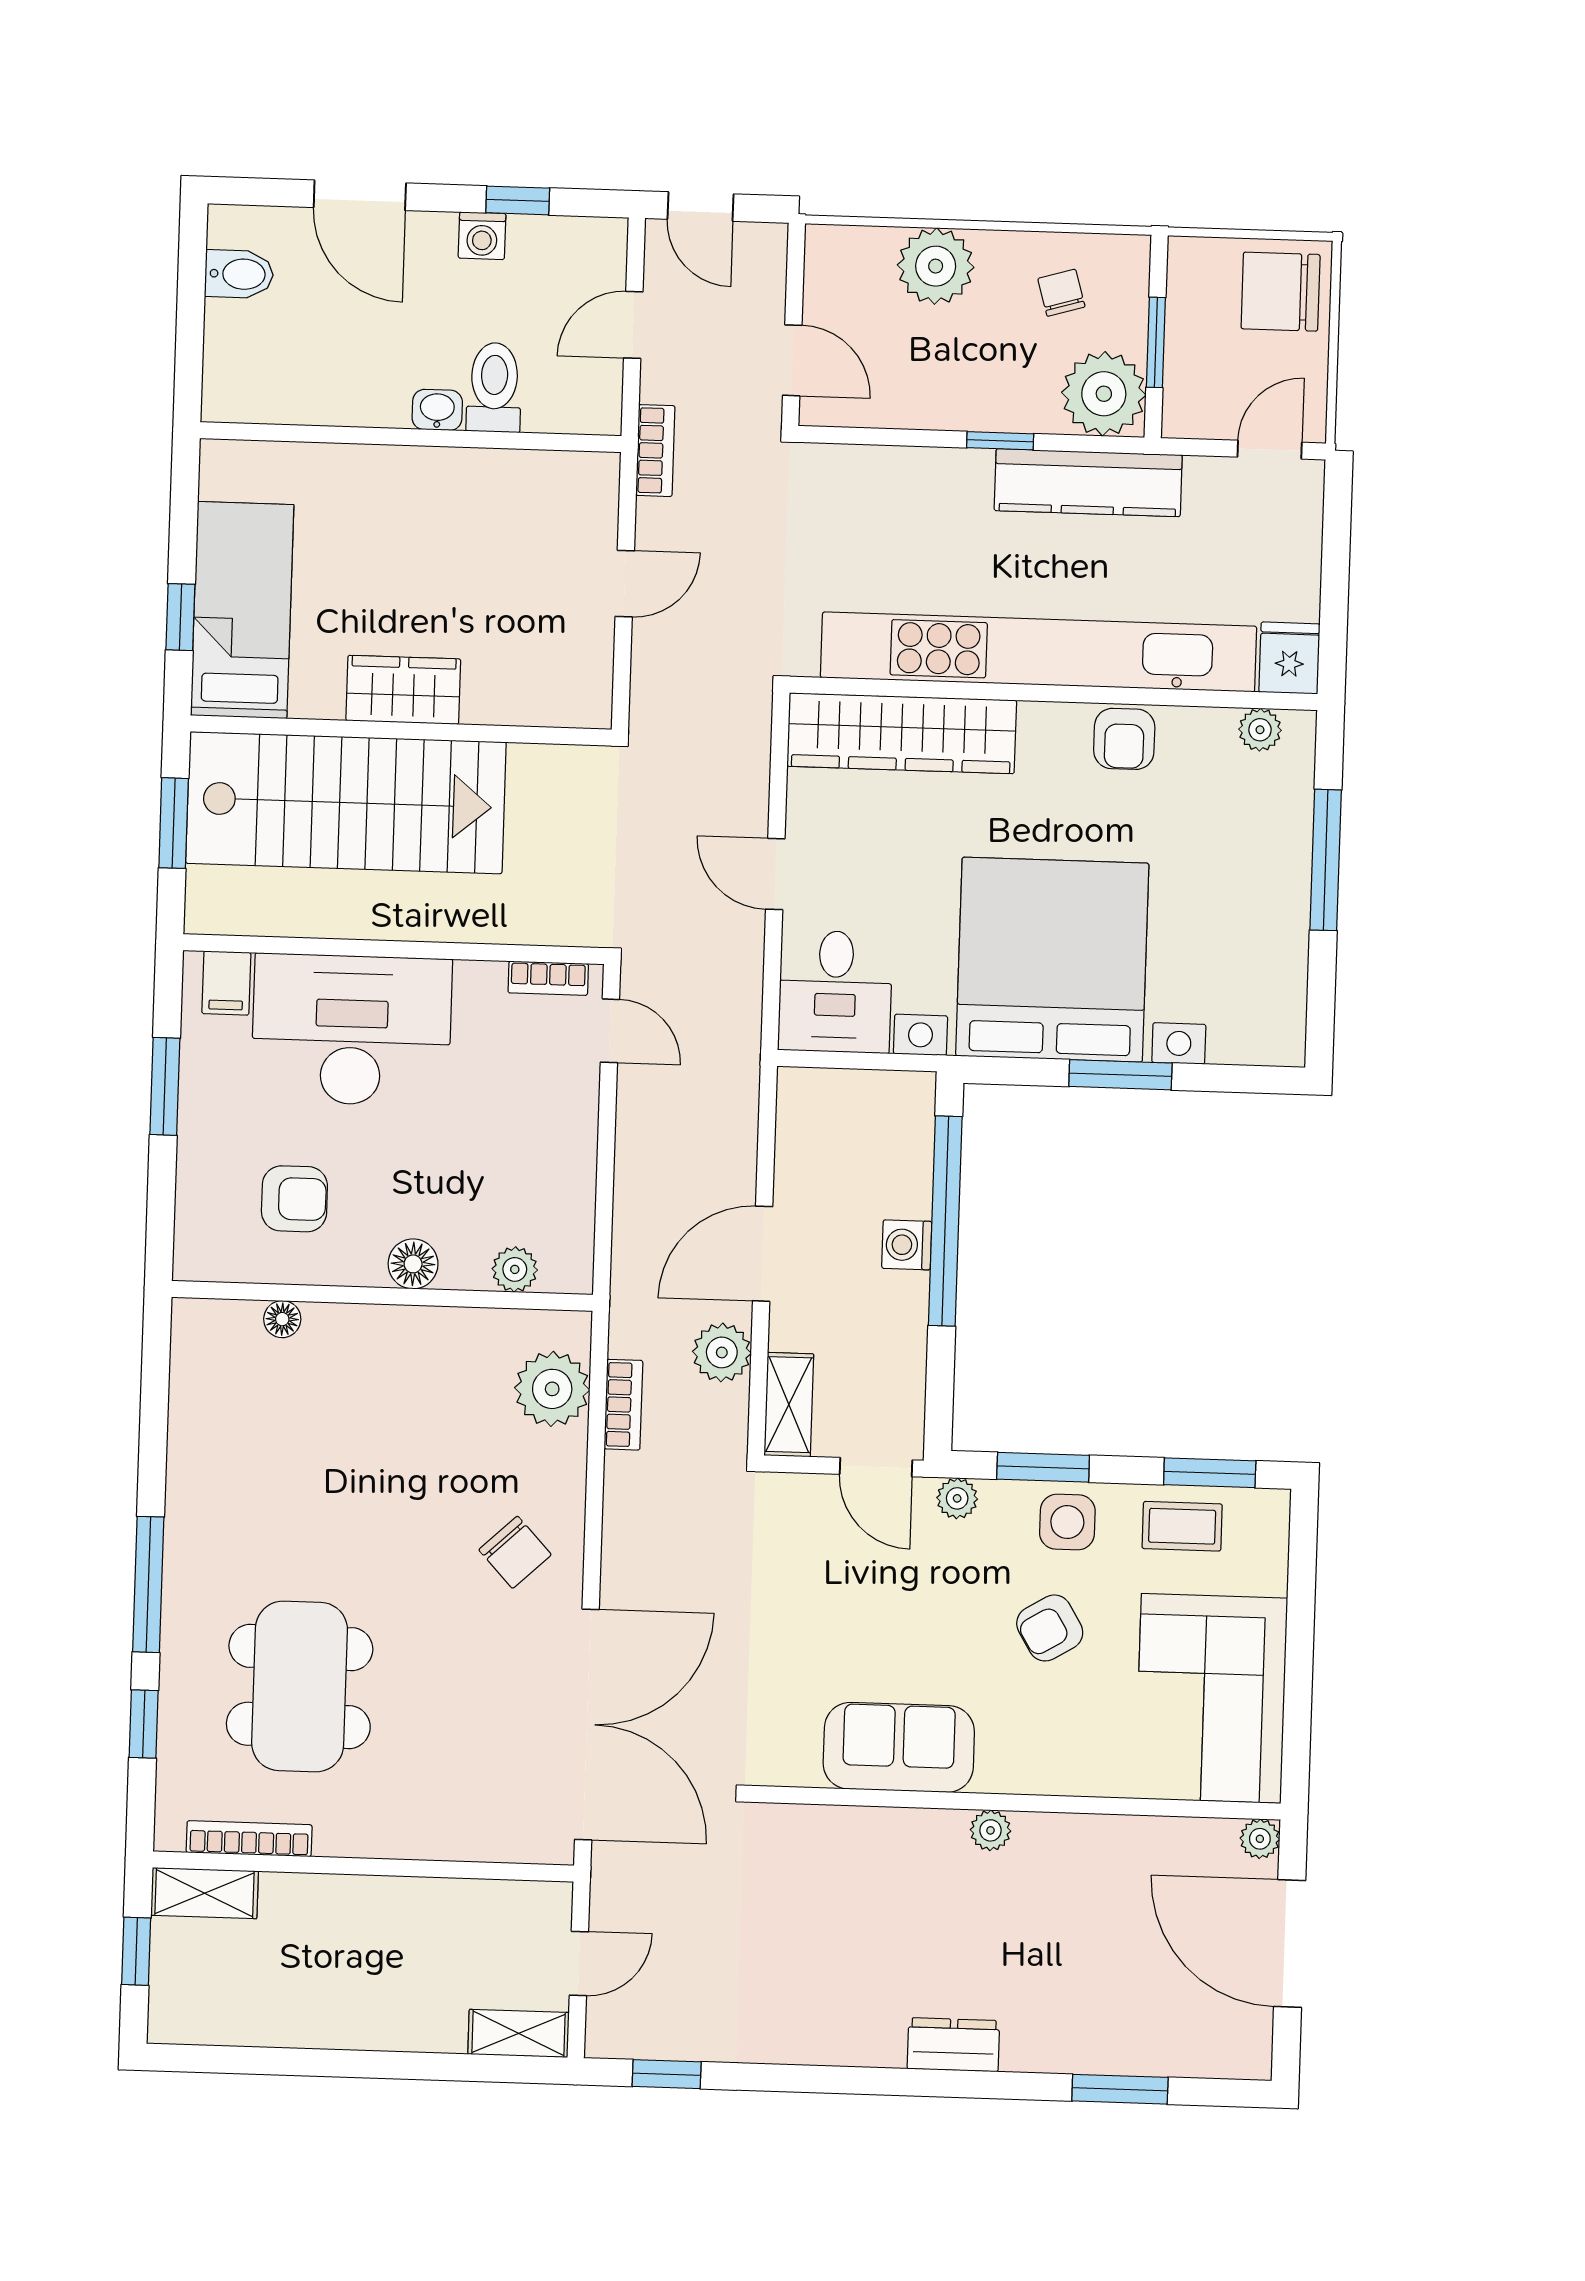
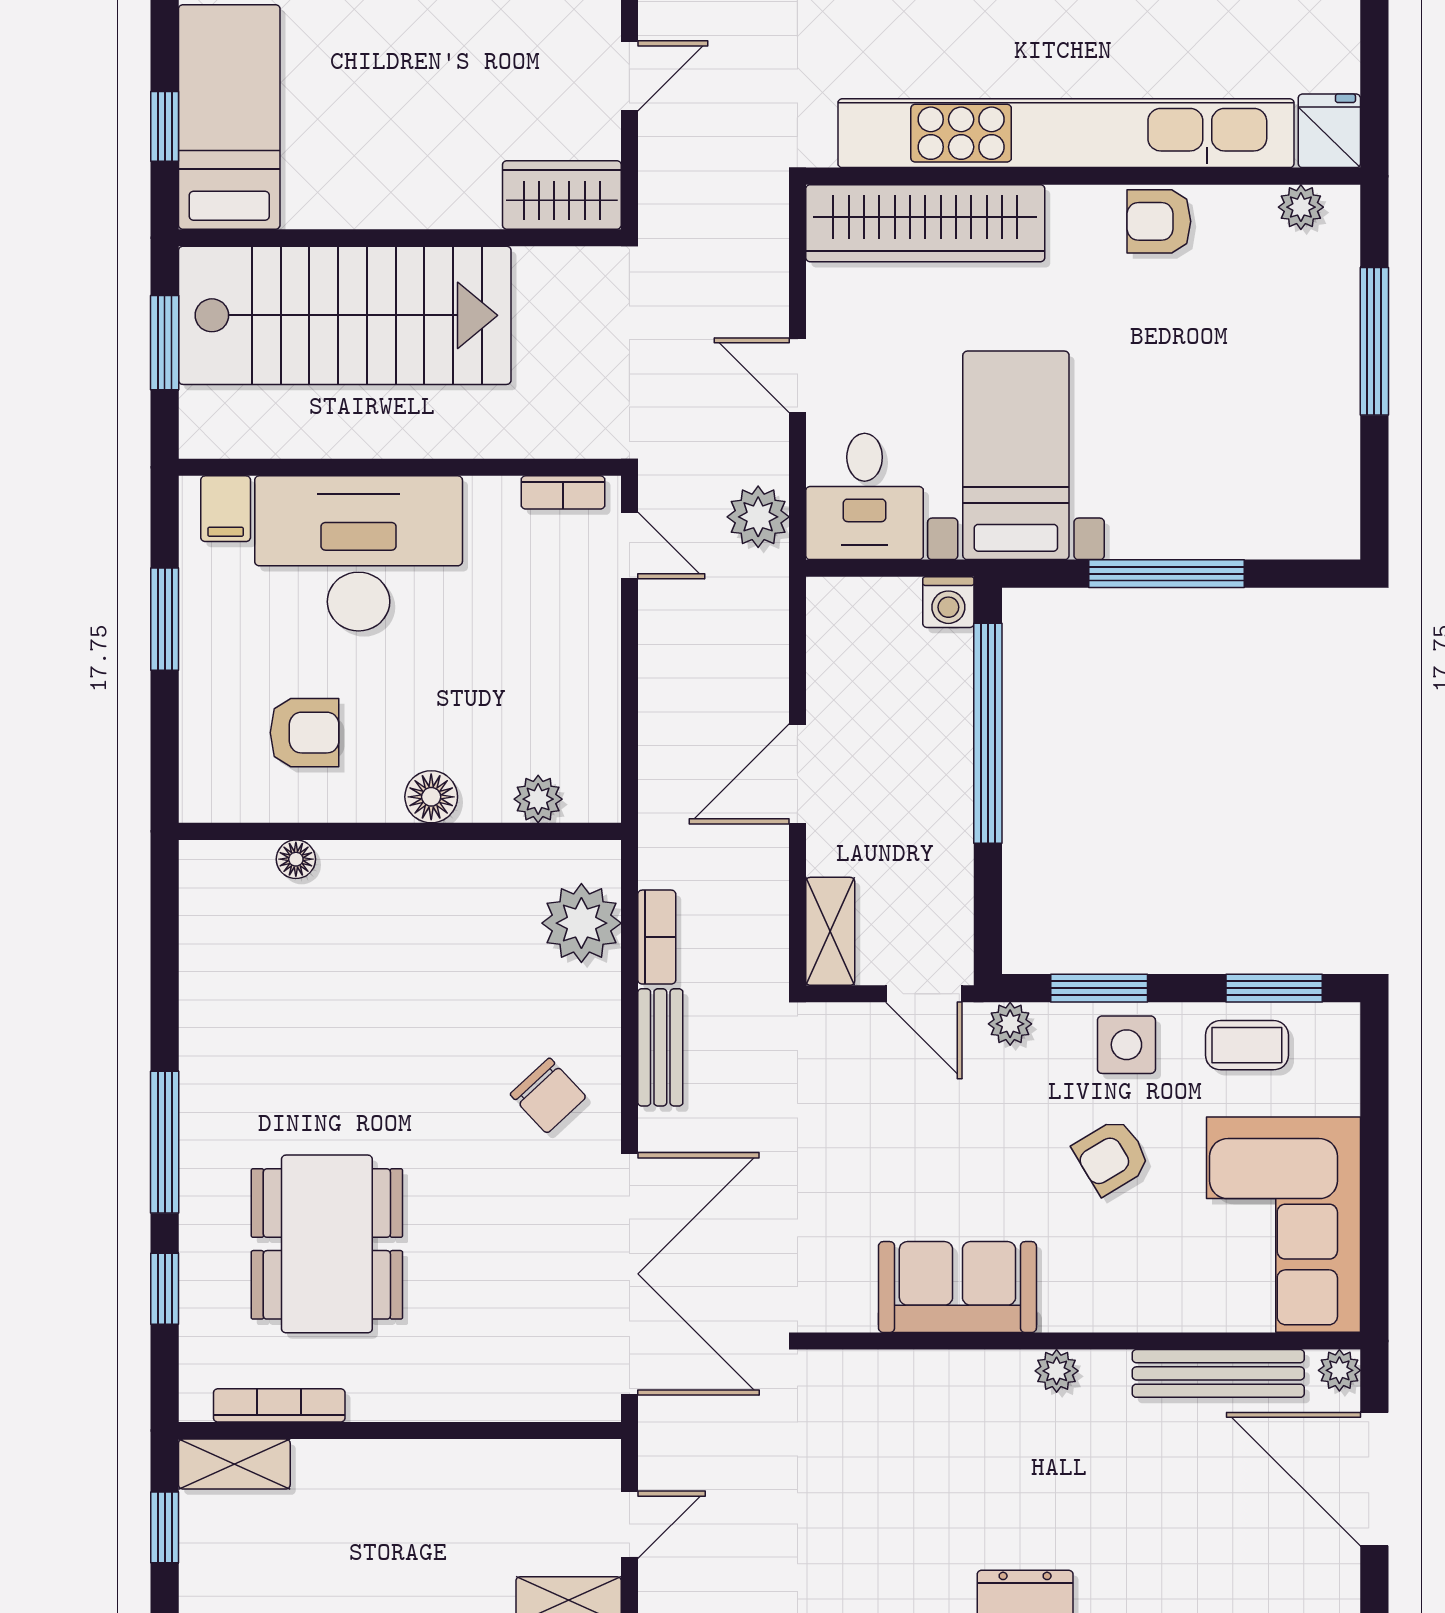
wardrobe: (403, 690) -> (562, 195), moved
armchair: (1124, 739) -> (1159, 221), turned 90
bed with nightstands: (1052, 960) -> (1016, 455), width x0.54
window: (1120, 1075) -> (1167, 574), width x1.44
washing machine: (907, 1245) -> (948, 602), moved, turned -90
plant: (722, 1352) -> (758, 517), moved
bench: (623, 1510) -> (660, 1047), added
bench: (1144, 1838) -> (1218, 1373), added

